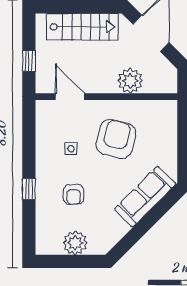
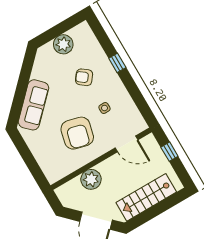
armchair: (74, 194) -> (84, 77), turned -52

